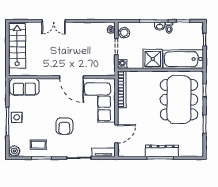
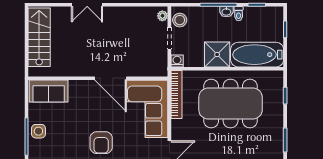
dining table: (179, 100) -> (231, 104), moved, turned 90

